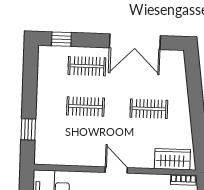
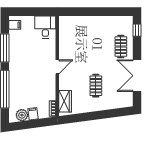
clothes rail: (85, 107) -> (96, 46), removed
window: (28, 129) -> (80, 12), removed

